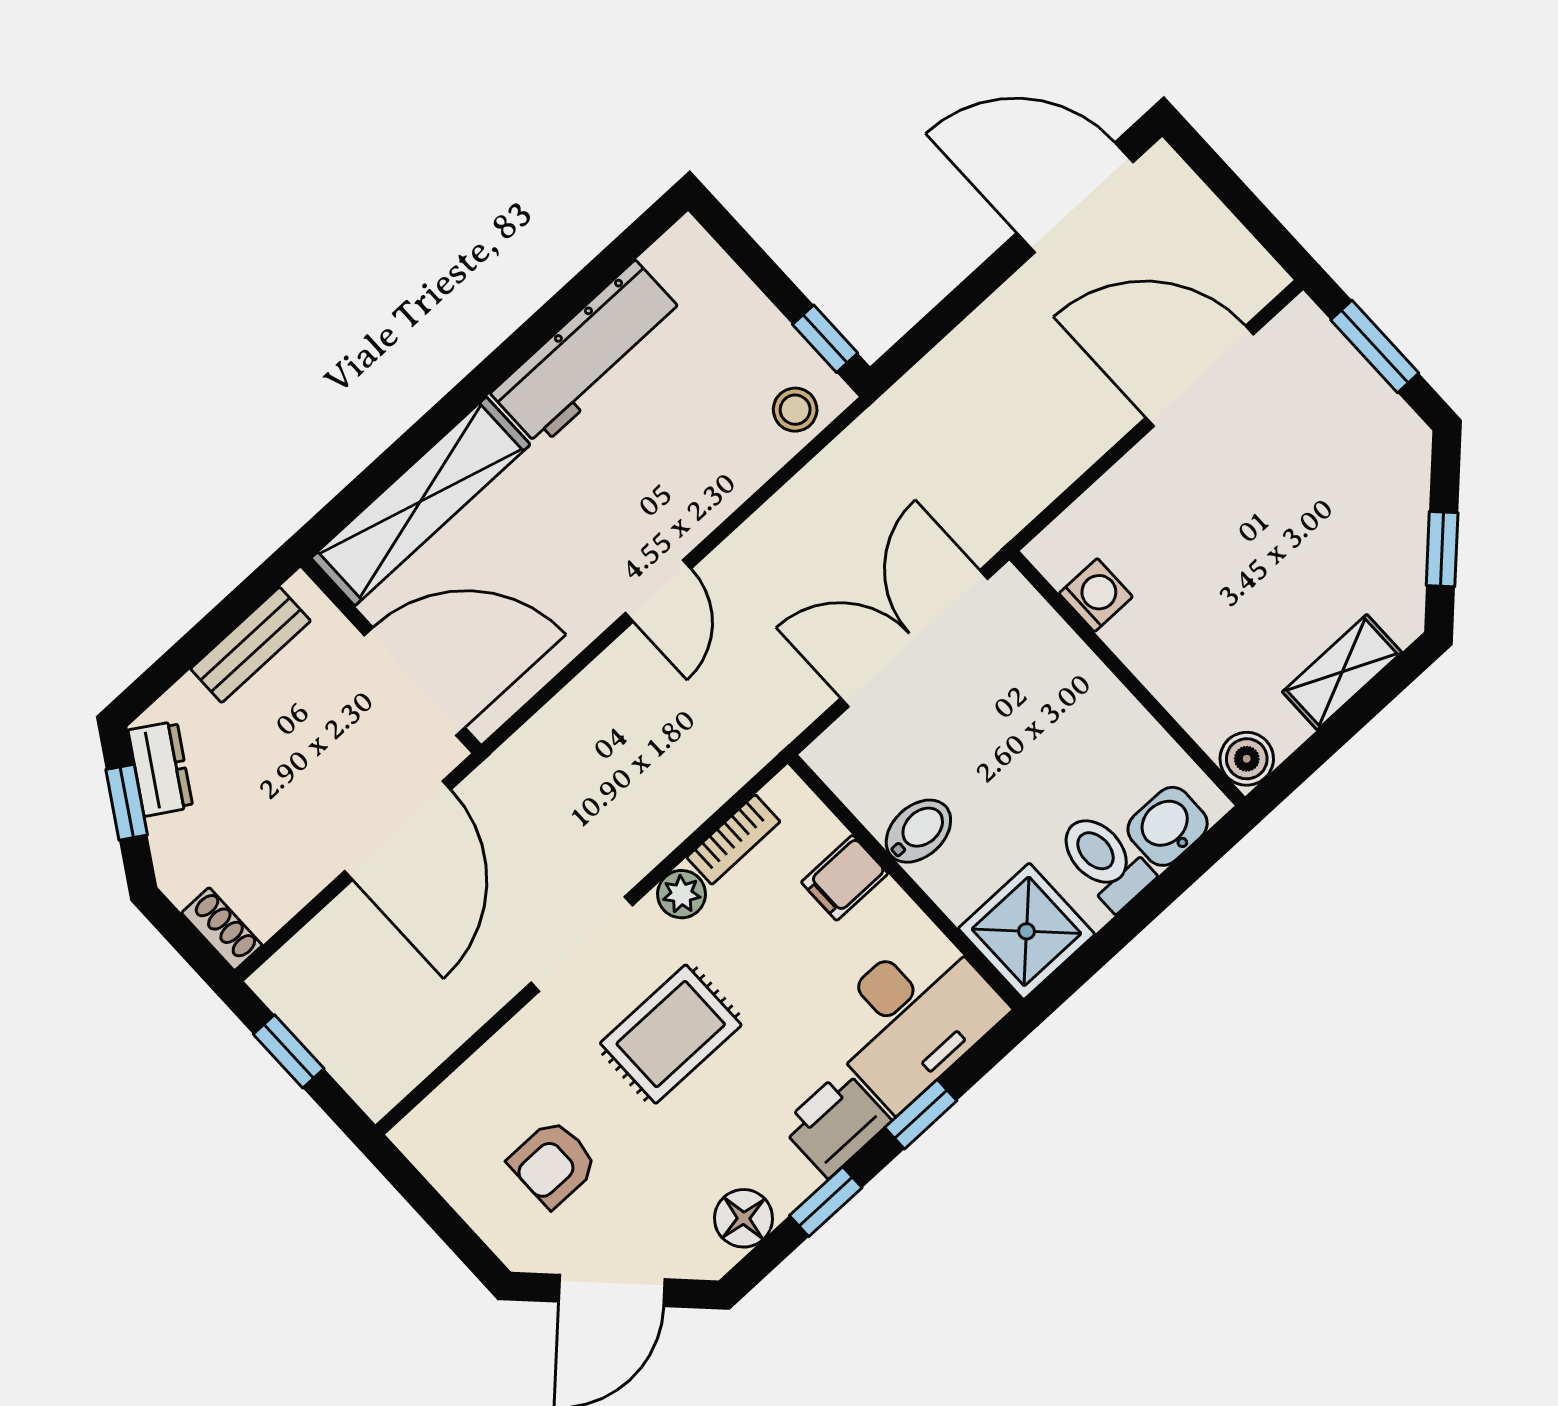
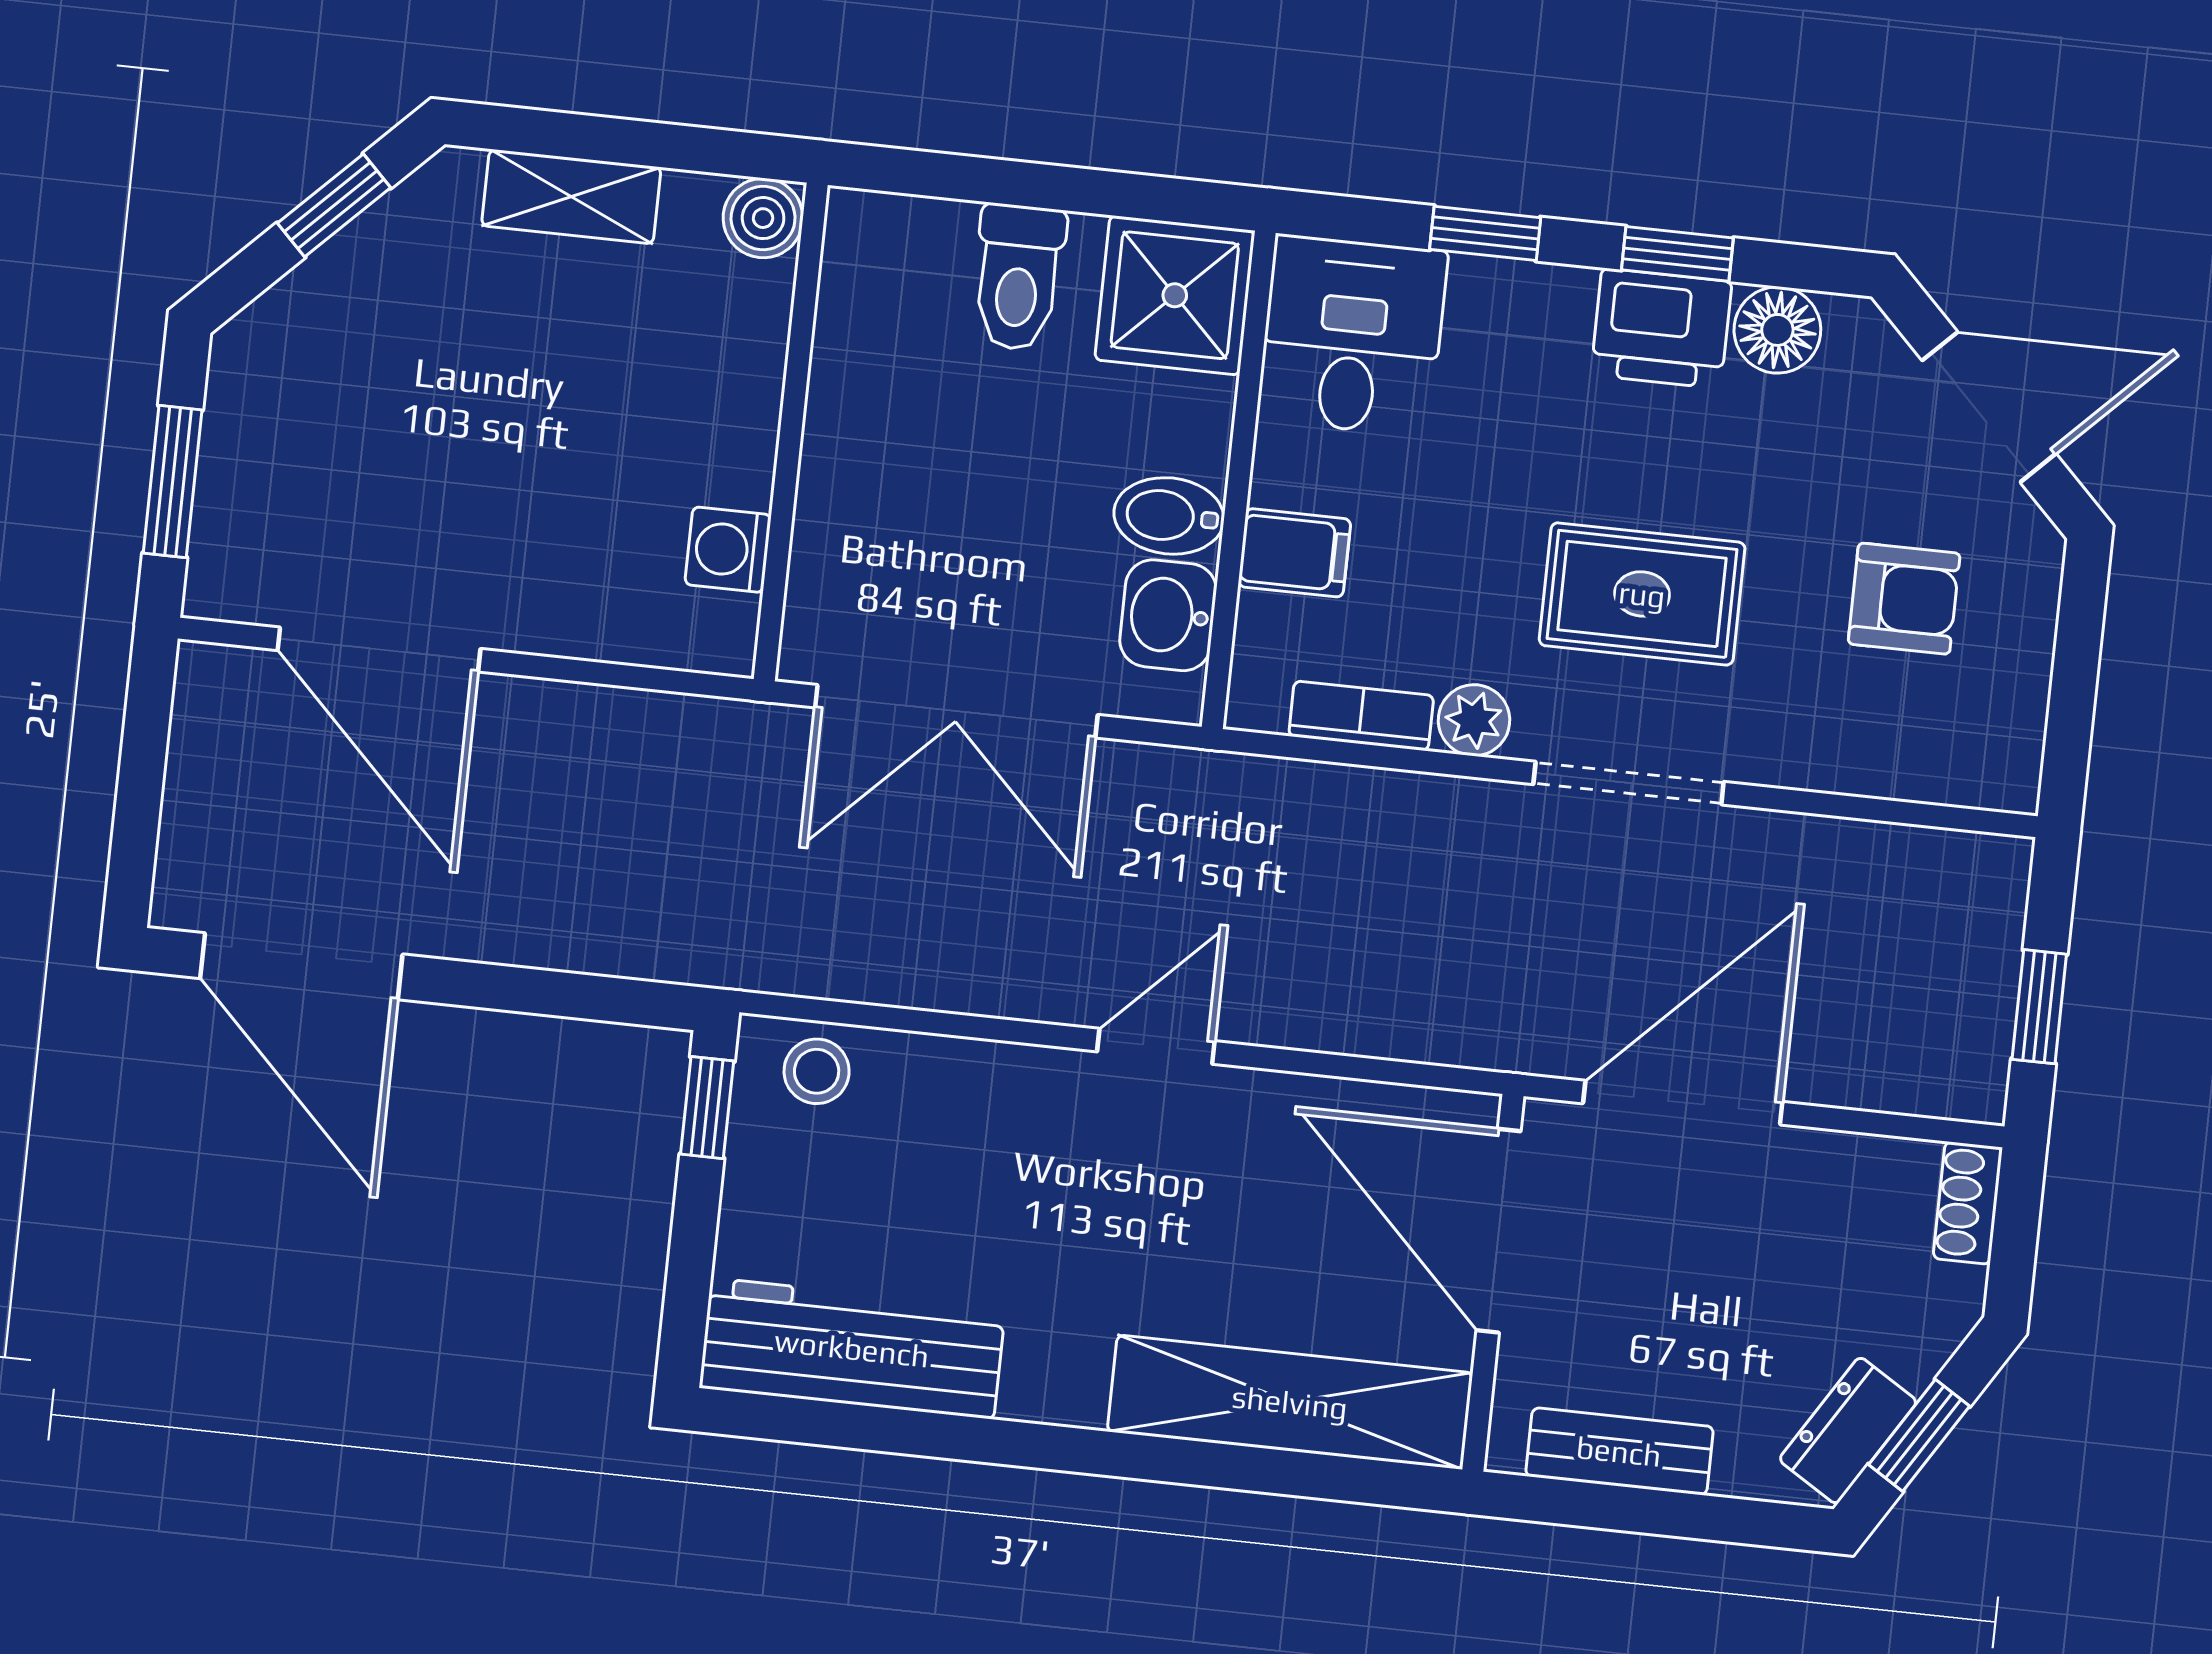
workbench: (588, 354) -> (852, 1348), moved
washbasin: (1168, 826) -> (1168, 615), moved, turned 90
desk: (912, 1017) -> (1352, 335), width x0.73
printer: (836, 1124) -> (1661, 328), moved

